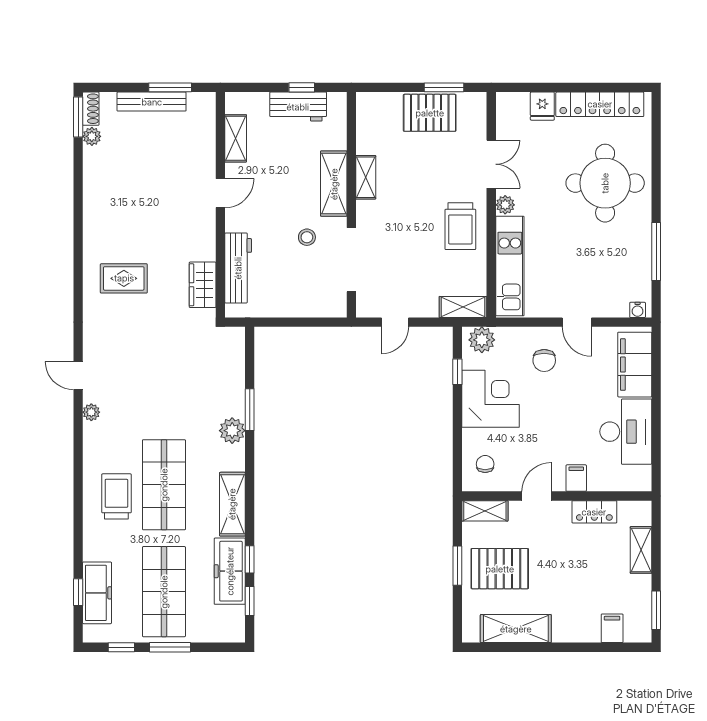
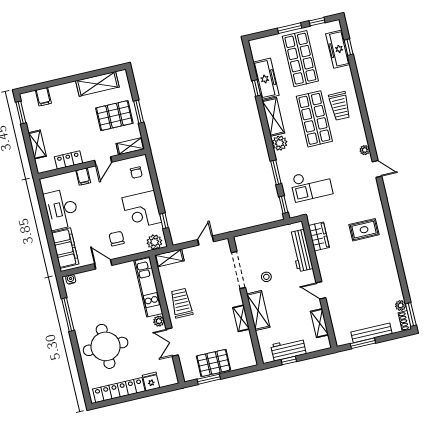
door: (220, 193) -> (321, 290), hinge flipped
checkout: (195, 374) -> (311, 185), added
plant: (232, 431) -> (280, 143), moved
window: (250, 601) -> (283, 205), moved

